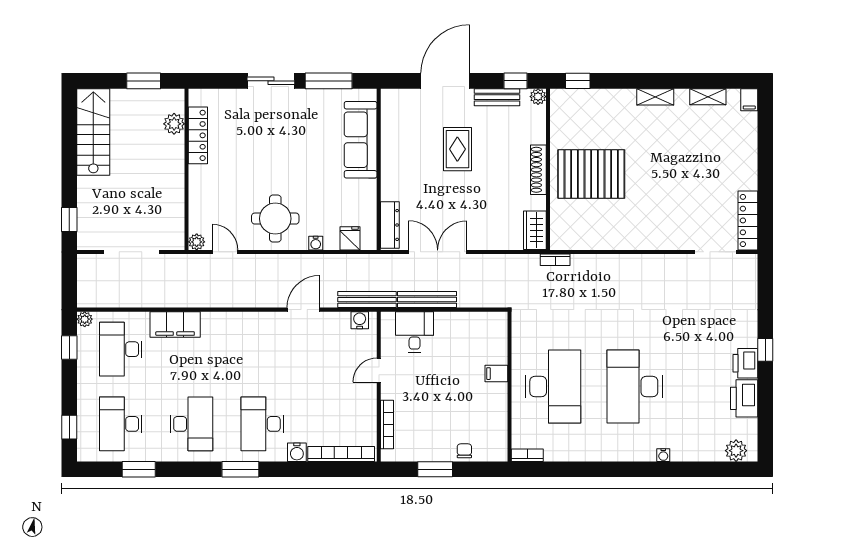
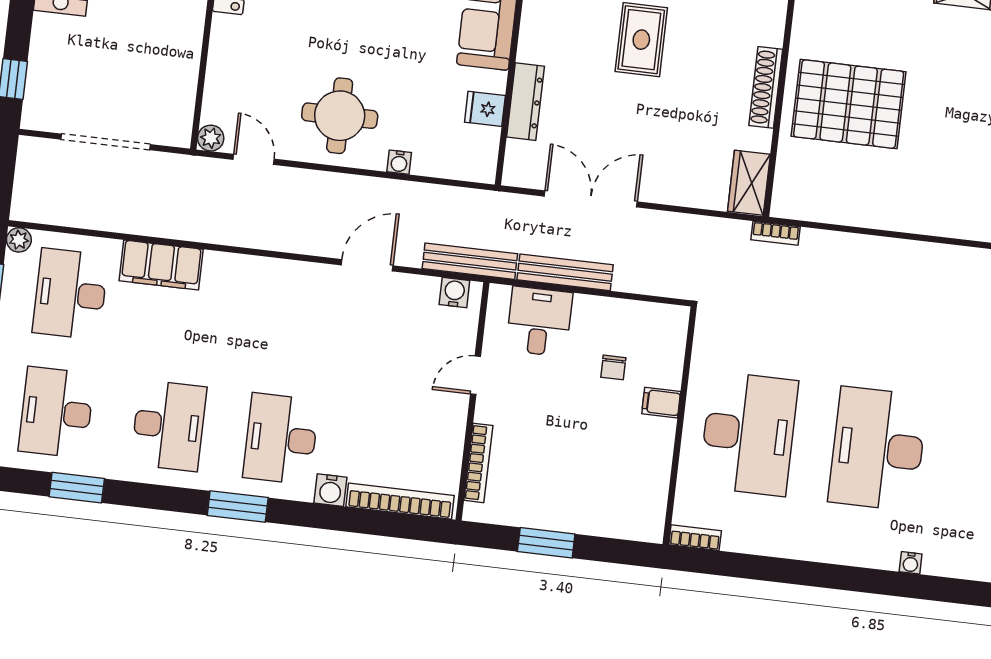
dresser: (390, 225) -> (526, 102), moved
fridge: (350, 238) -> (485, 109), moved, turned -90
chair: (464, 451) -> (613, 367), moved, turned 180

